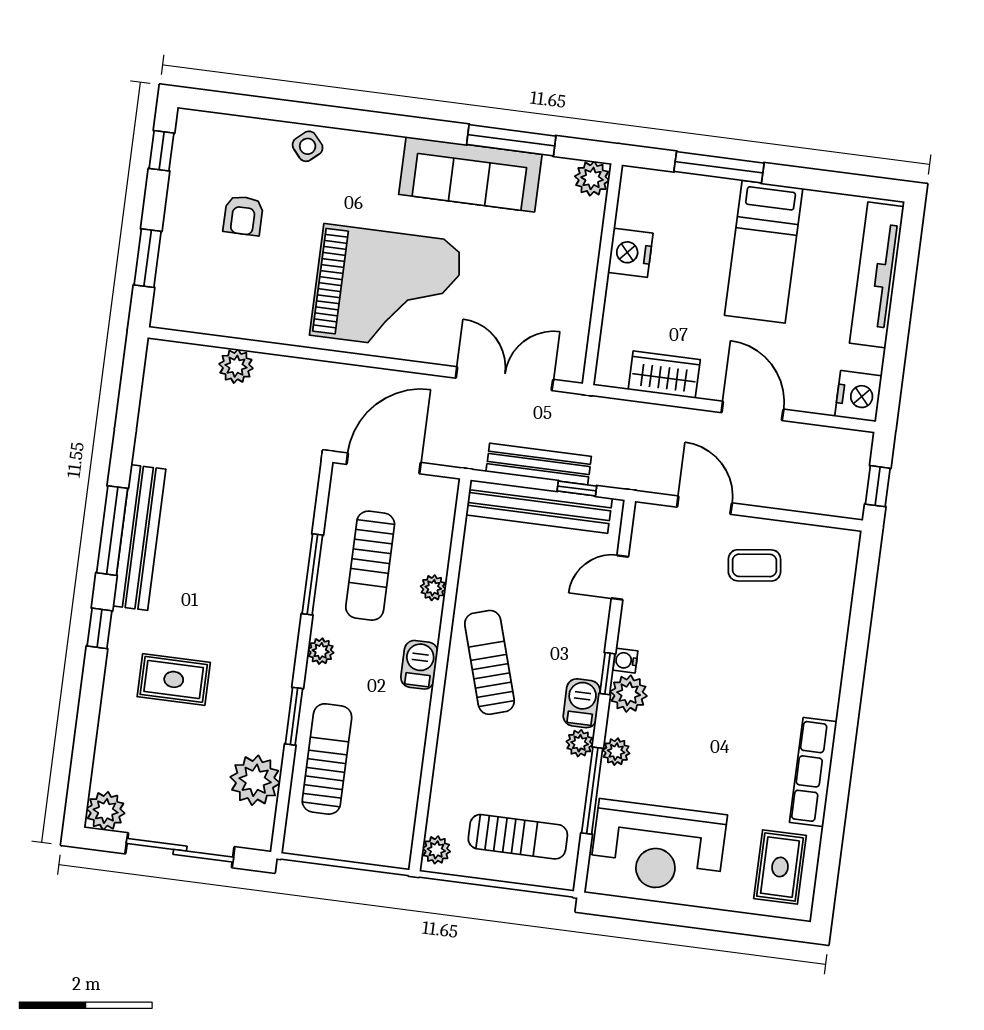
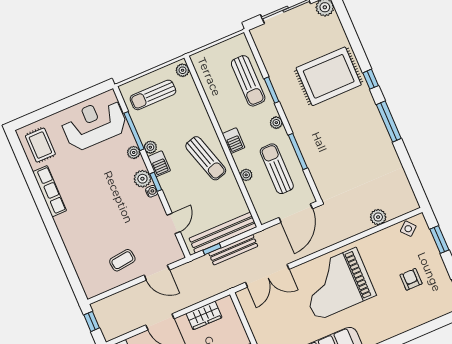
side table: (308, 146) -> (408, 229), moved
bench: (139, 538) -> (376, 125), removed
rug: (174, 679) -> (329, 76), width x1.86, depth x2.06
plant: (255, 780) -> (272, 55), removed

